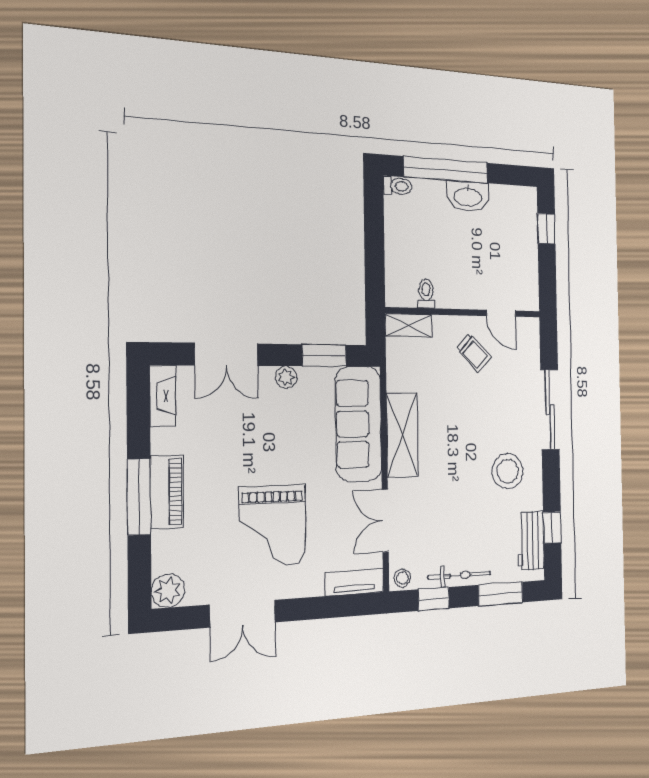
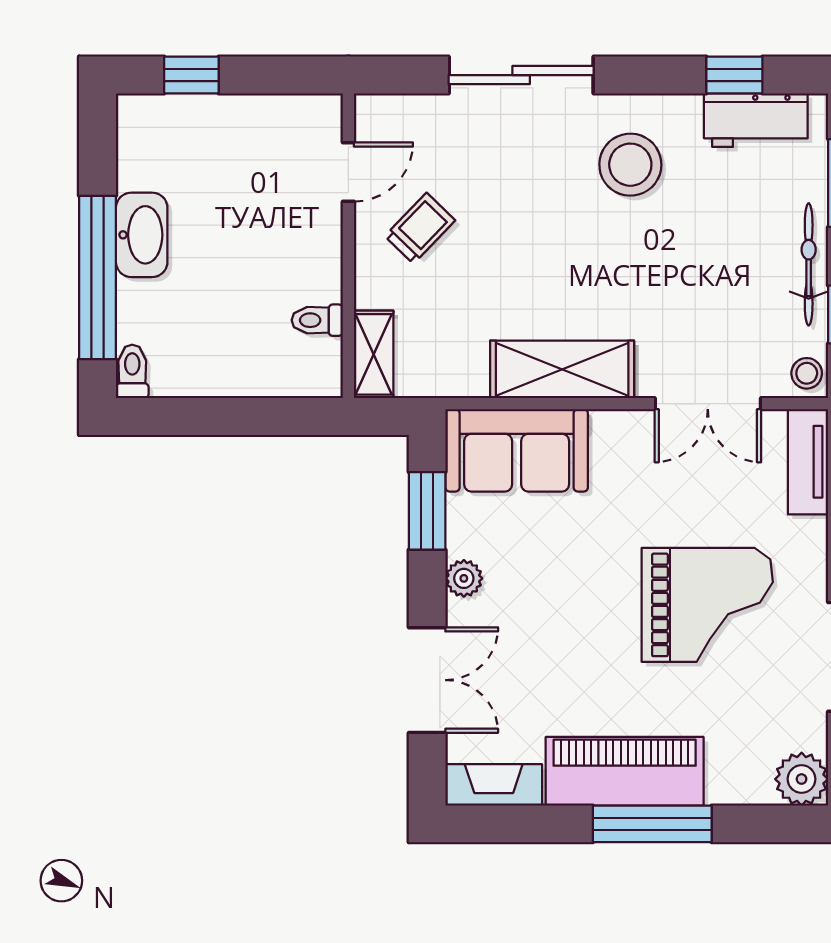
sofa: (358, 424) -> (517, 450), width x0.73
piano: (167, 492) -> (625, 771), width x1.37, depth x1.33

